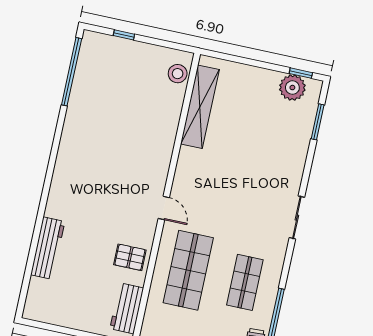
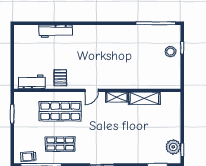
stool: (178, 74) -> (170, 52), moved
shelving: (200, 107) -> (144, 98), width x0.68
shelving: (185, 167) -> (117, 97), added

